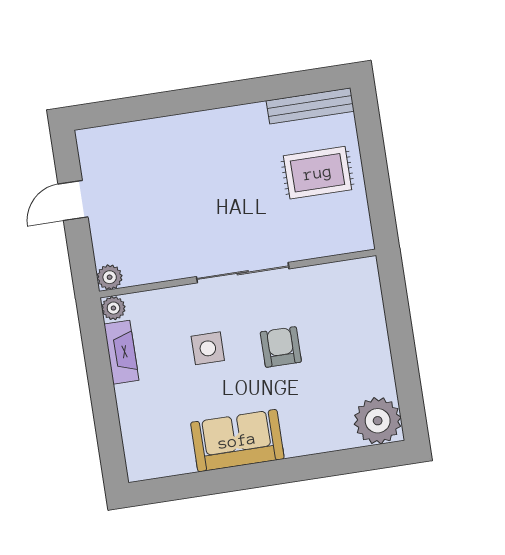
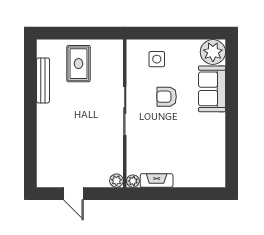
bench: (310, 106) -> (43, 80), moved
side table: (208, 348) -> (157, 59), moved
sofa: (237, 441) -> (212, 89), moved

